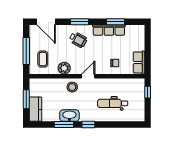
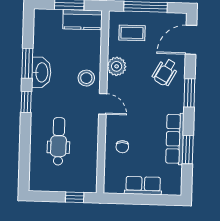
wheelchair: (78, 40) -> (165, 72), moved
row of seats: (139, 63) -> (143, 186), moved
kitchen counter: (35, 109) -> (83, 20), moved

